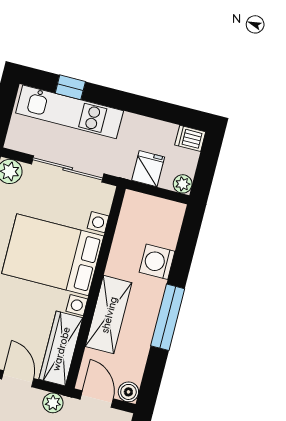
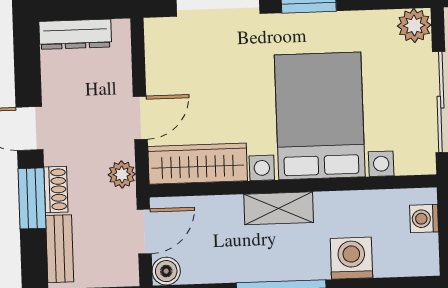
washing machine: (145, 204) -> (424, 219), added
shelving: (109, 315) -> (279, 208), width x0.67, depth x0.75

